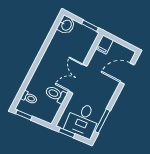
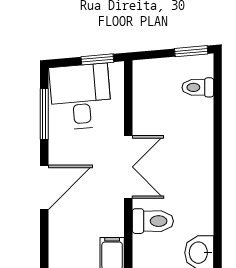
door: (127, 74) -> (44, 187), moved
toilet: (56, 94) -> (153, 221), moved

